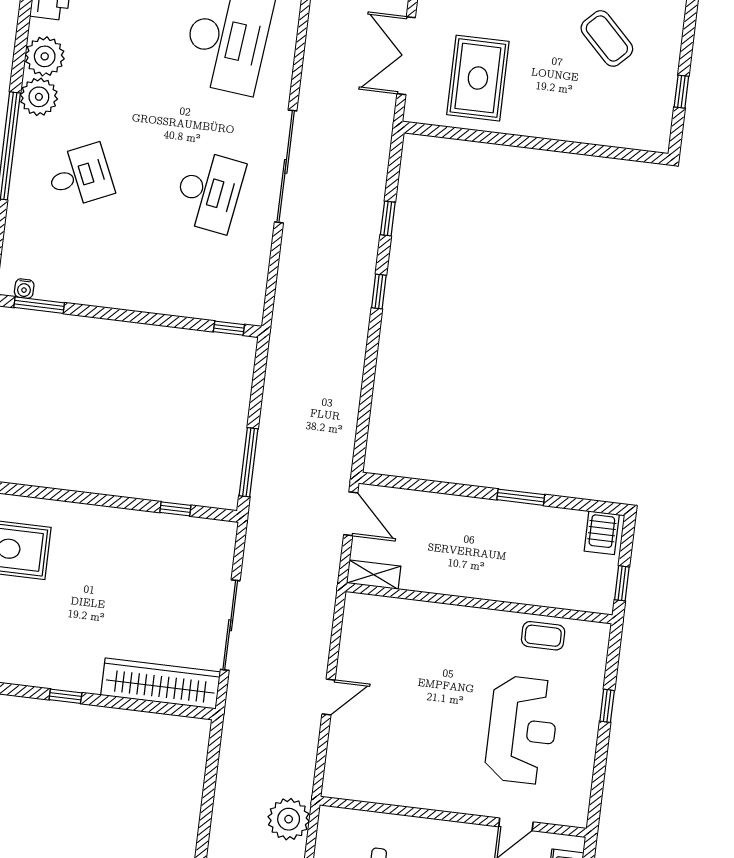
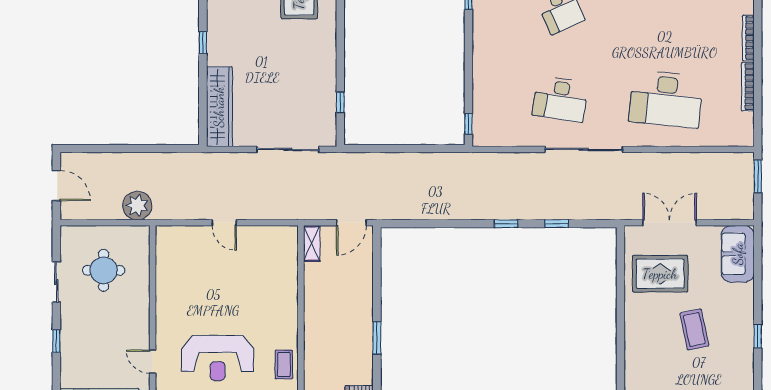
coffee table: (607, 38) -> (694, 330), moved, turned -57
window: (249, 462) -> (378, 149), removed
sliding door: (230, 625) -> (288, 149), moved

